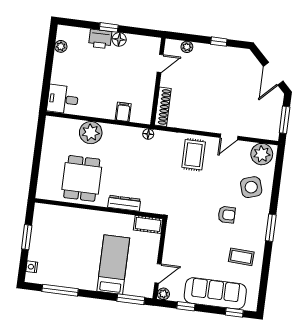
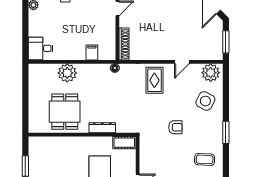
side table: (251, 187) -> (205, 101), turned 45
armchair: (227, 215) -> (175, 127), moved

